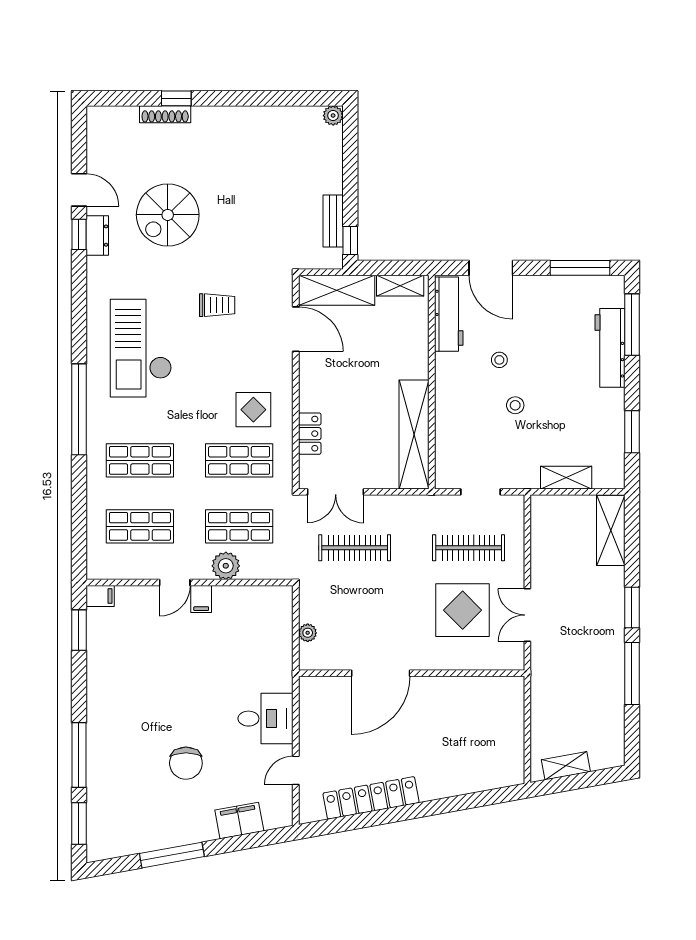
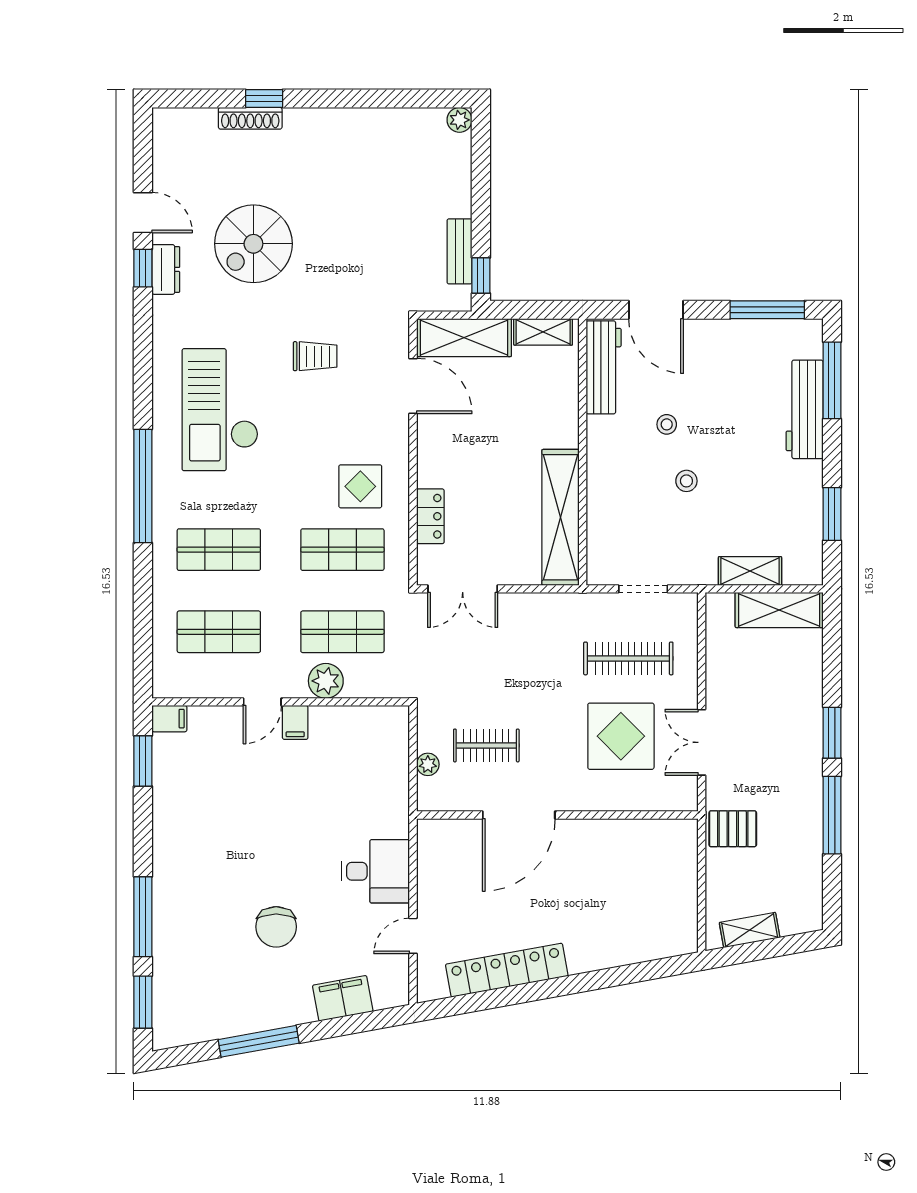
shelving: (611, 530) -> (779, 610), moved, turned 90
clothes rail: (355, 548) -> (486, 745), moved, width x0.73
pallet: (552, 684) -> (733, 829), added

